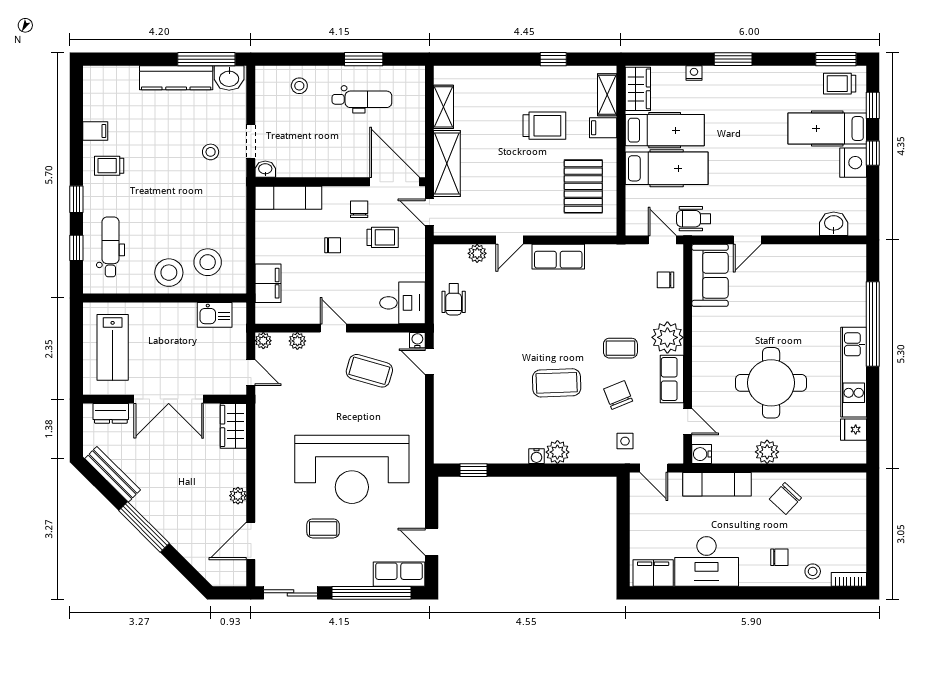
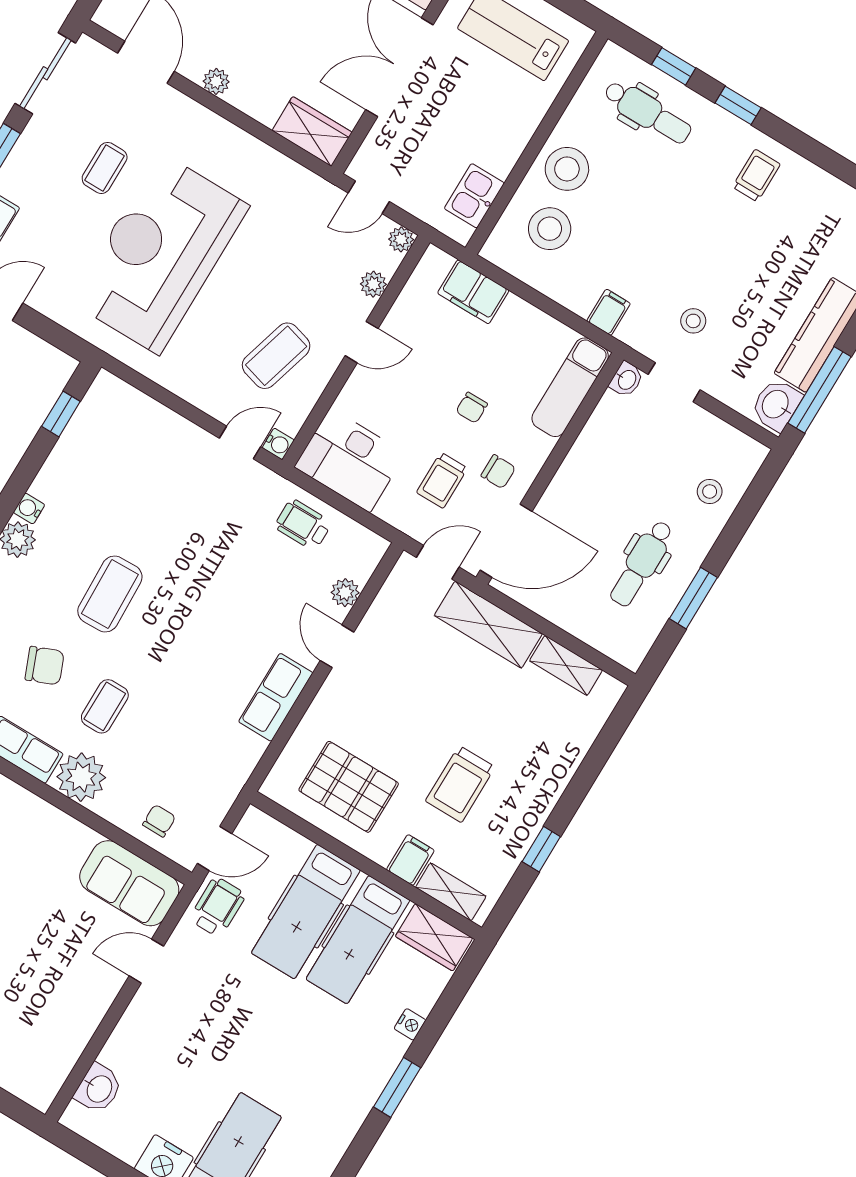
filing cabinet: (95, 131) -> (609, 312), moved, turned 180
door: (747, 240) -> (146, 961), hinge flipped
desk: (402, 303) -> (350, 460), width x1.37

